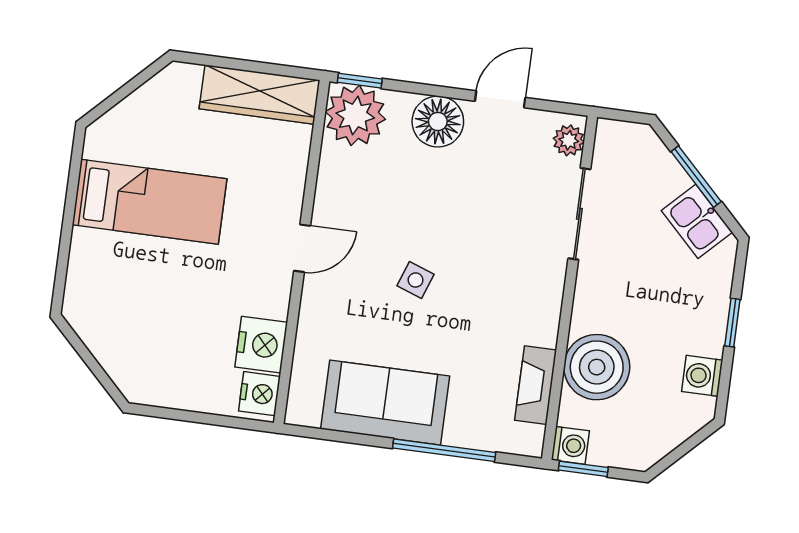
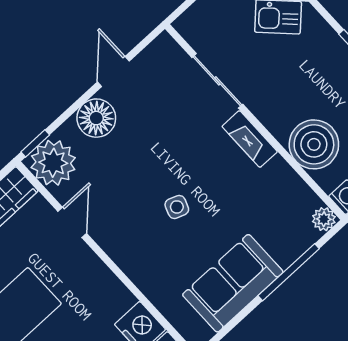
plant: (569, 140) -> (324, 219), moved
door: (302, 248) -> (72, 222), moved
fireplace: (536, 385) -> (250, 139), moved

